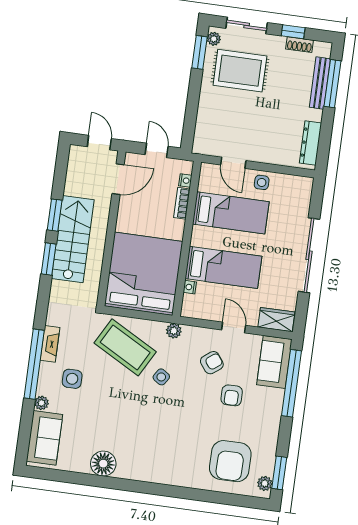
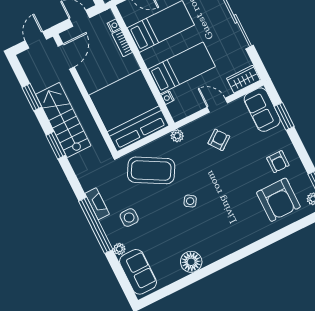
door: (99, 143) -> (36, 40), hinge flipped
window: (55, 215) -> (32, 97), moved
side table: (161, 377) -> (190, 201), moved
window: (291, 383) -> (284, 116), width x0.47
armchair: (232, 395) -> (278, 162), moved

